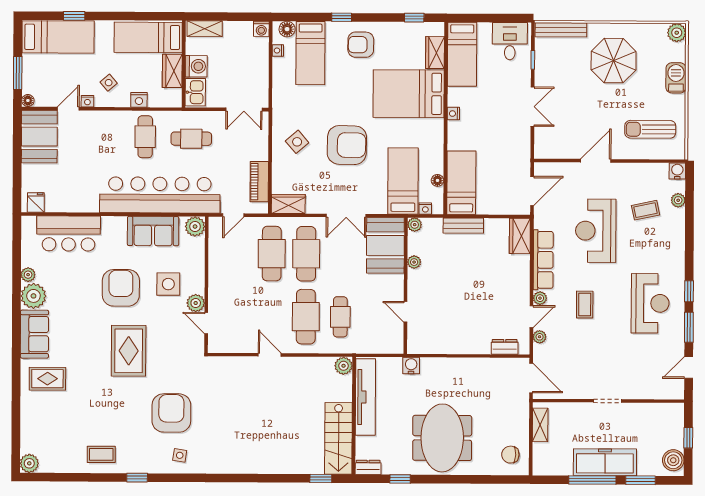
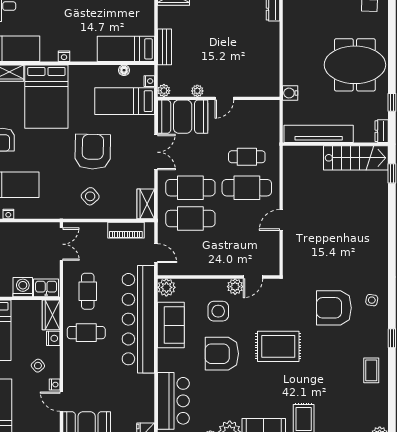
wardrobe: (172, 71) -> (51, 315), moved, turned 90
door: (405, 312) -> (224, 98), moved
plant: (344, 366) -> (291, 154), removed

